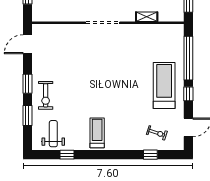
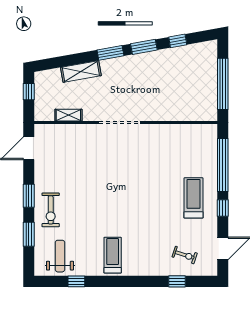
shelving: (147, 17) -> (68, 115), moved
treadmill: (164, 85) -> (194, 198), width x0.73, depth x0.73

